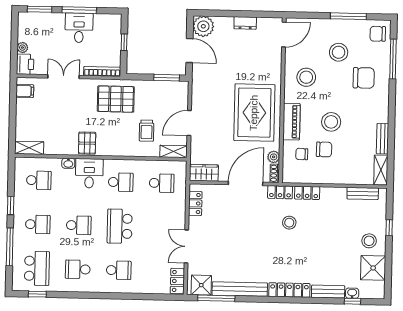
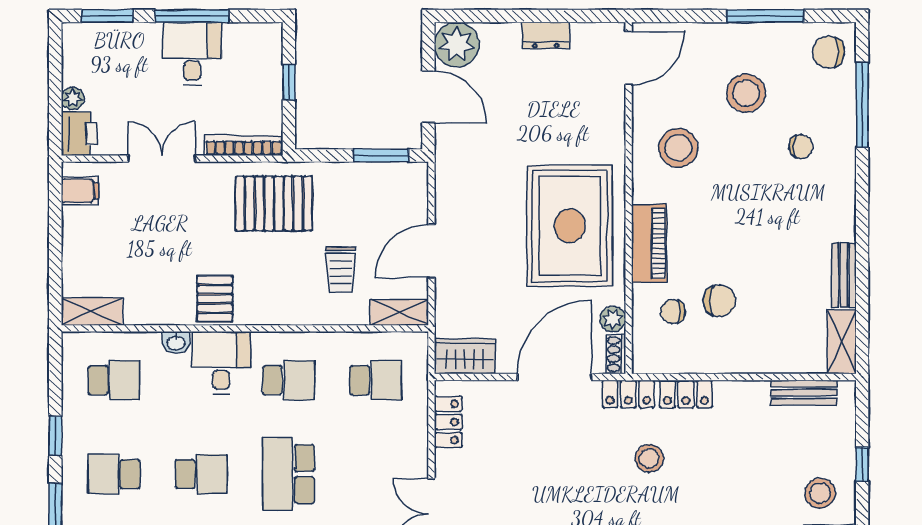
chair: (364, 78) -> (801, 147), width x0.54, depth x0.54
stool: (331, 122) -> (734, 242), removed
school desk: (38, 224) -> (114, 474), turned 180

